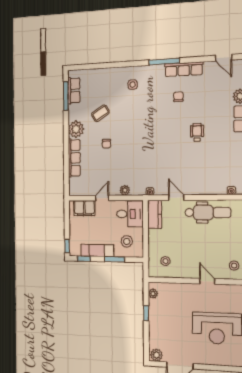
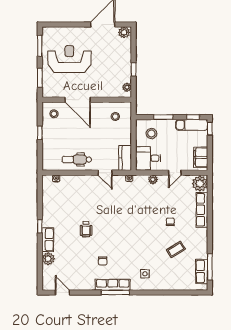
row of seats: (184, 69) -> (113, 285), moved
plant: (76, 129) -> (200, 184), moved
filing cabinet: (84, 208) -> (201, 157), moved, turned -90
dental chair: (208, 213) -> (77, 160), width x0.73, depth x0.72
exam couch: (97, 250) -> (192, 125), moved
door: (207, 281) -> (78, 100), width x1.87

